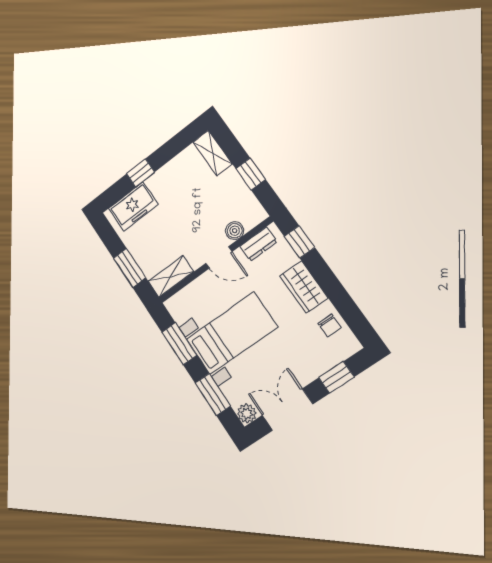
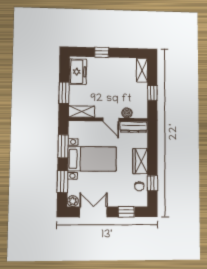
freezer: (133, 206) -> (78, 72), moved, turned -90
window: (299, 242) -> (152, 183), moved
dresser: (258, 244) -> (133, 127), width x1.44

